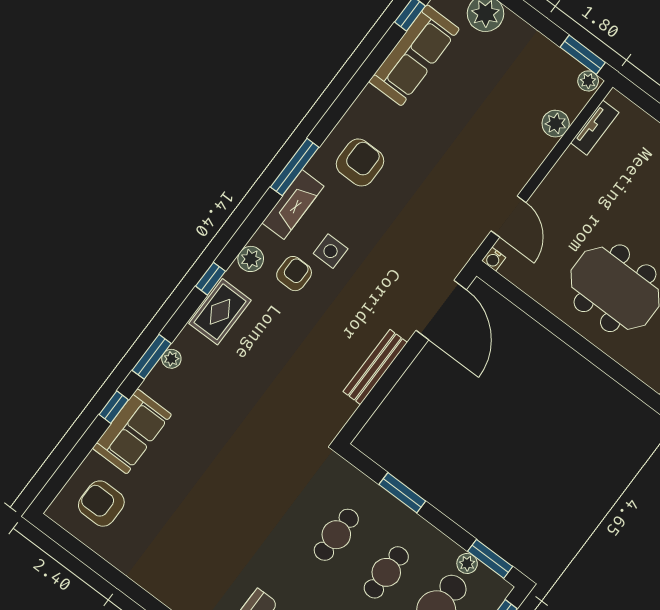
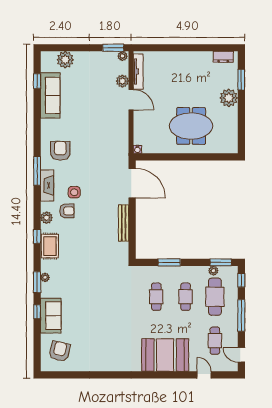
tv unit: (595, 128) -> (138, 72), width x1.41
door: (509, 217) -> (131, 100), moved
armchair: (294, 274) -> (67, 211), turned 90
armchair: (101, 504) -> (60, 351), turned 103

